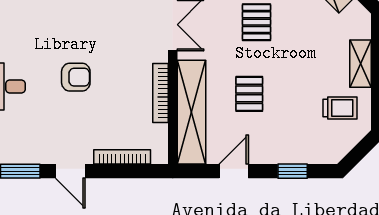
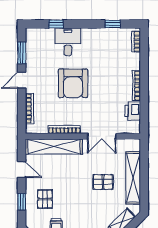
armchair: (76, 77) -> (73, 83), width x1.88, depth x1.88
pallet: (249, 94) -> (45, 199), moved, turned 90

